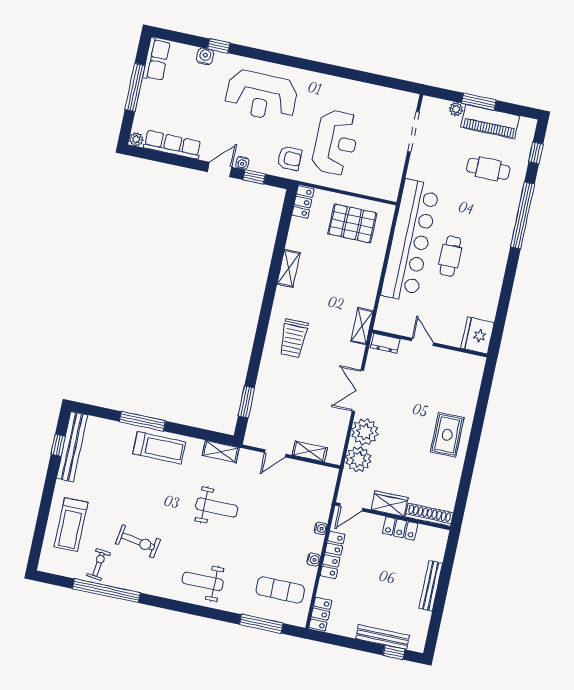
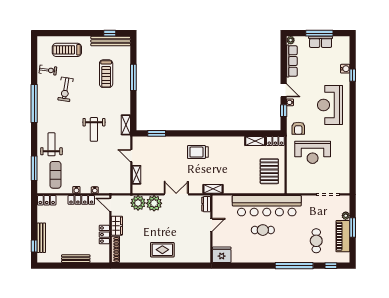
row of seats: (156, 60) -> (321, 42), moved
shelving: (289, 268) -> (255, 141), moved
treadmill: (159, 448) -> (106, 74), moved
weight bench: (203, 581) -> (51, 144), moved
window: (106, 591) -> (34, 103), moved

